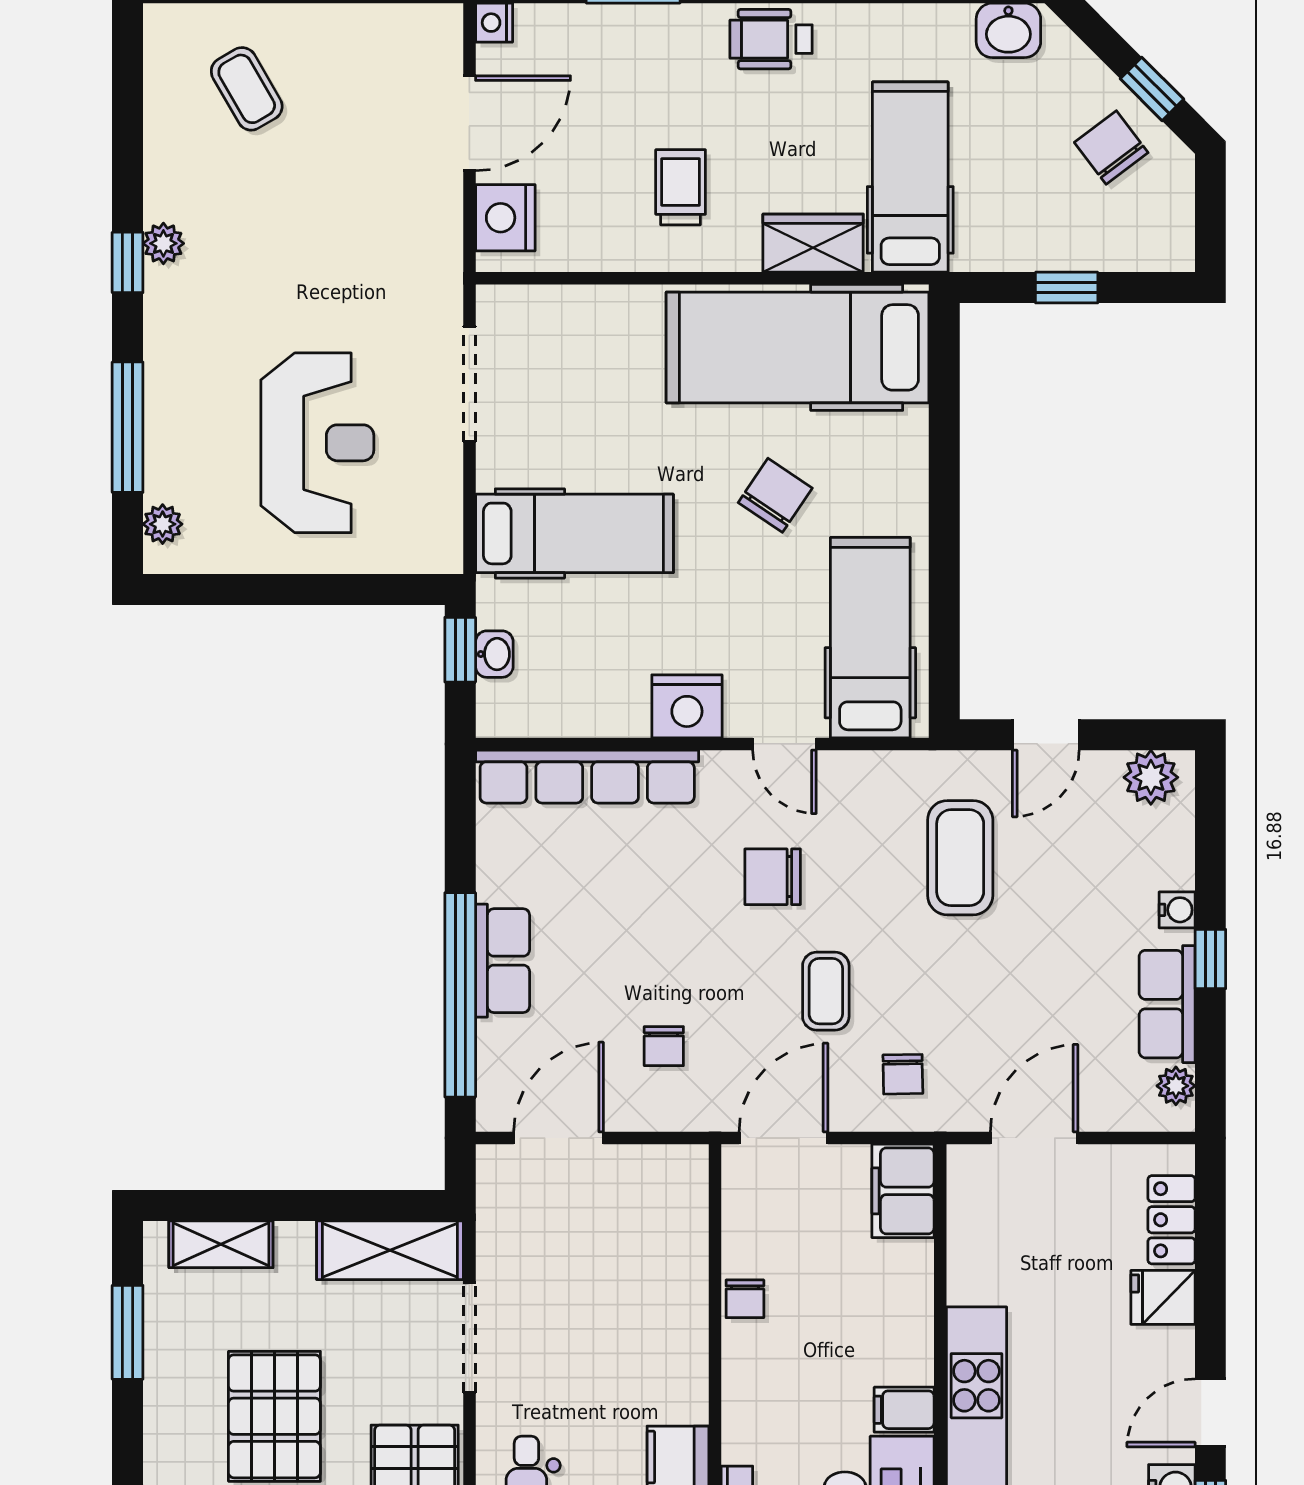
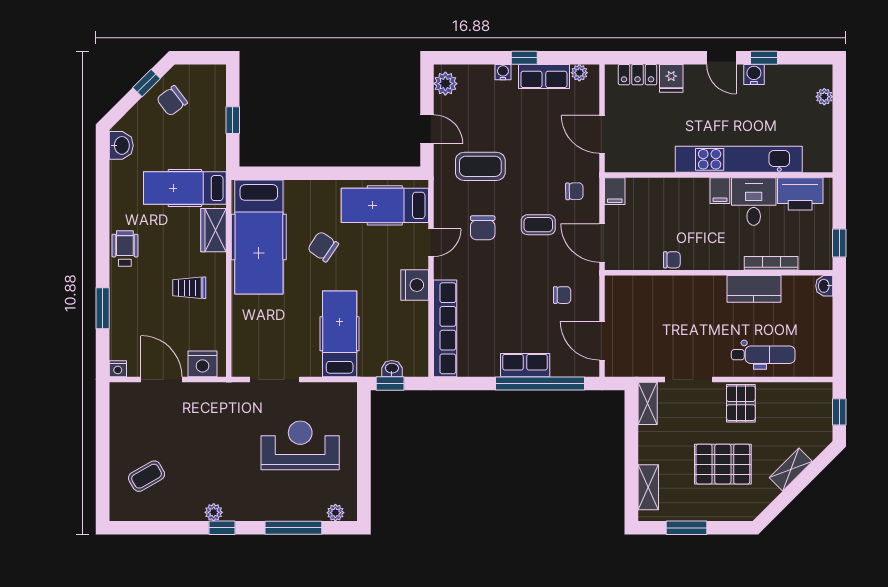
wheelchair: (771, 39) -> (125, 248), turned 180
chair: (773, 877) -> (483, 228), moved
filing cabinet: (903, 1191) -> (615, 191), width x0.50
shelving: (390, 1250) -> (648, 403), width x0.67, depth x0.75

